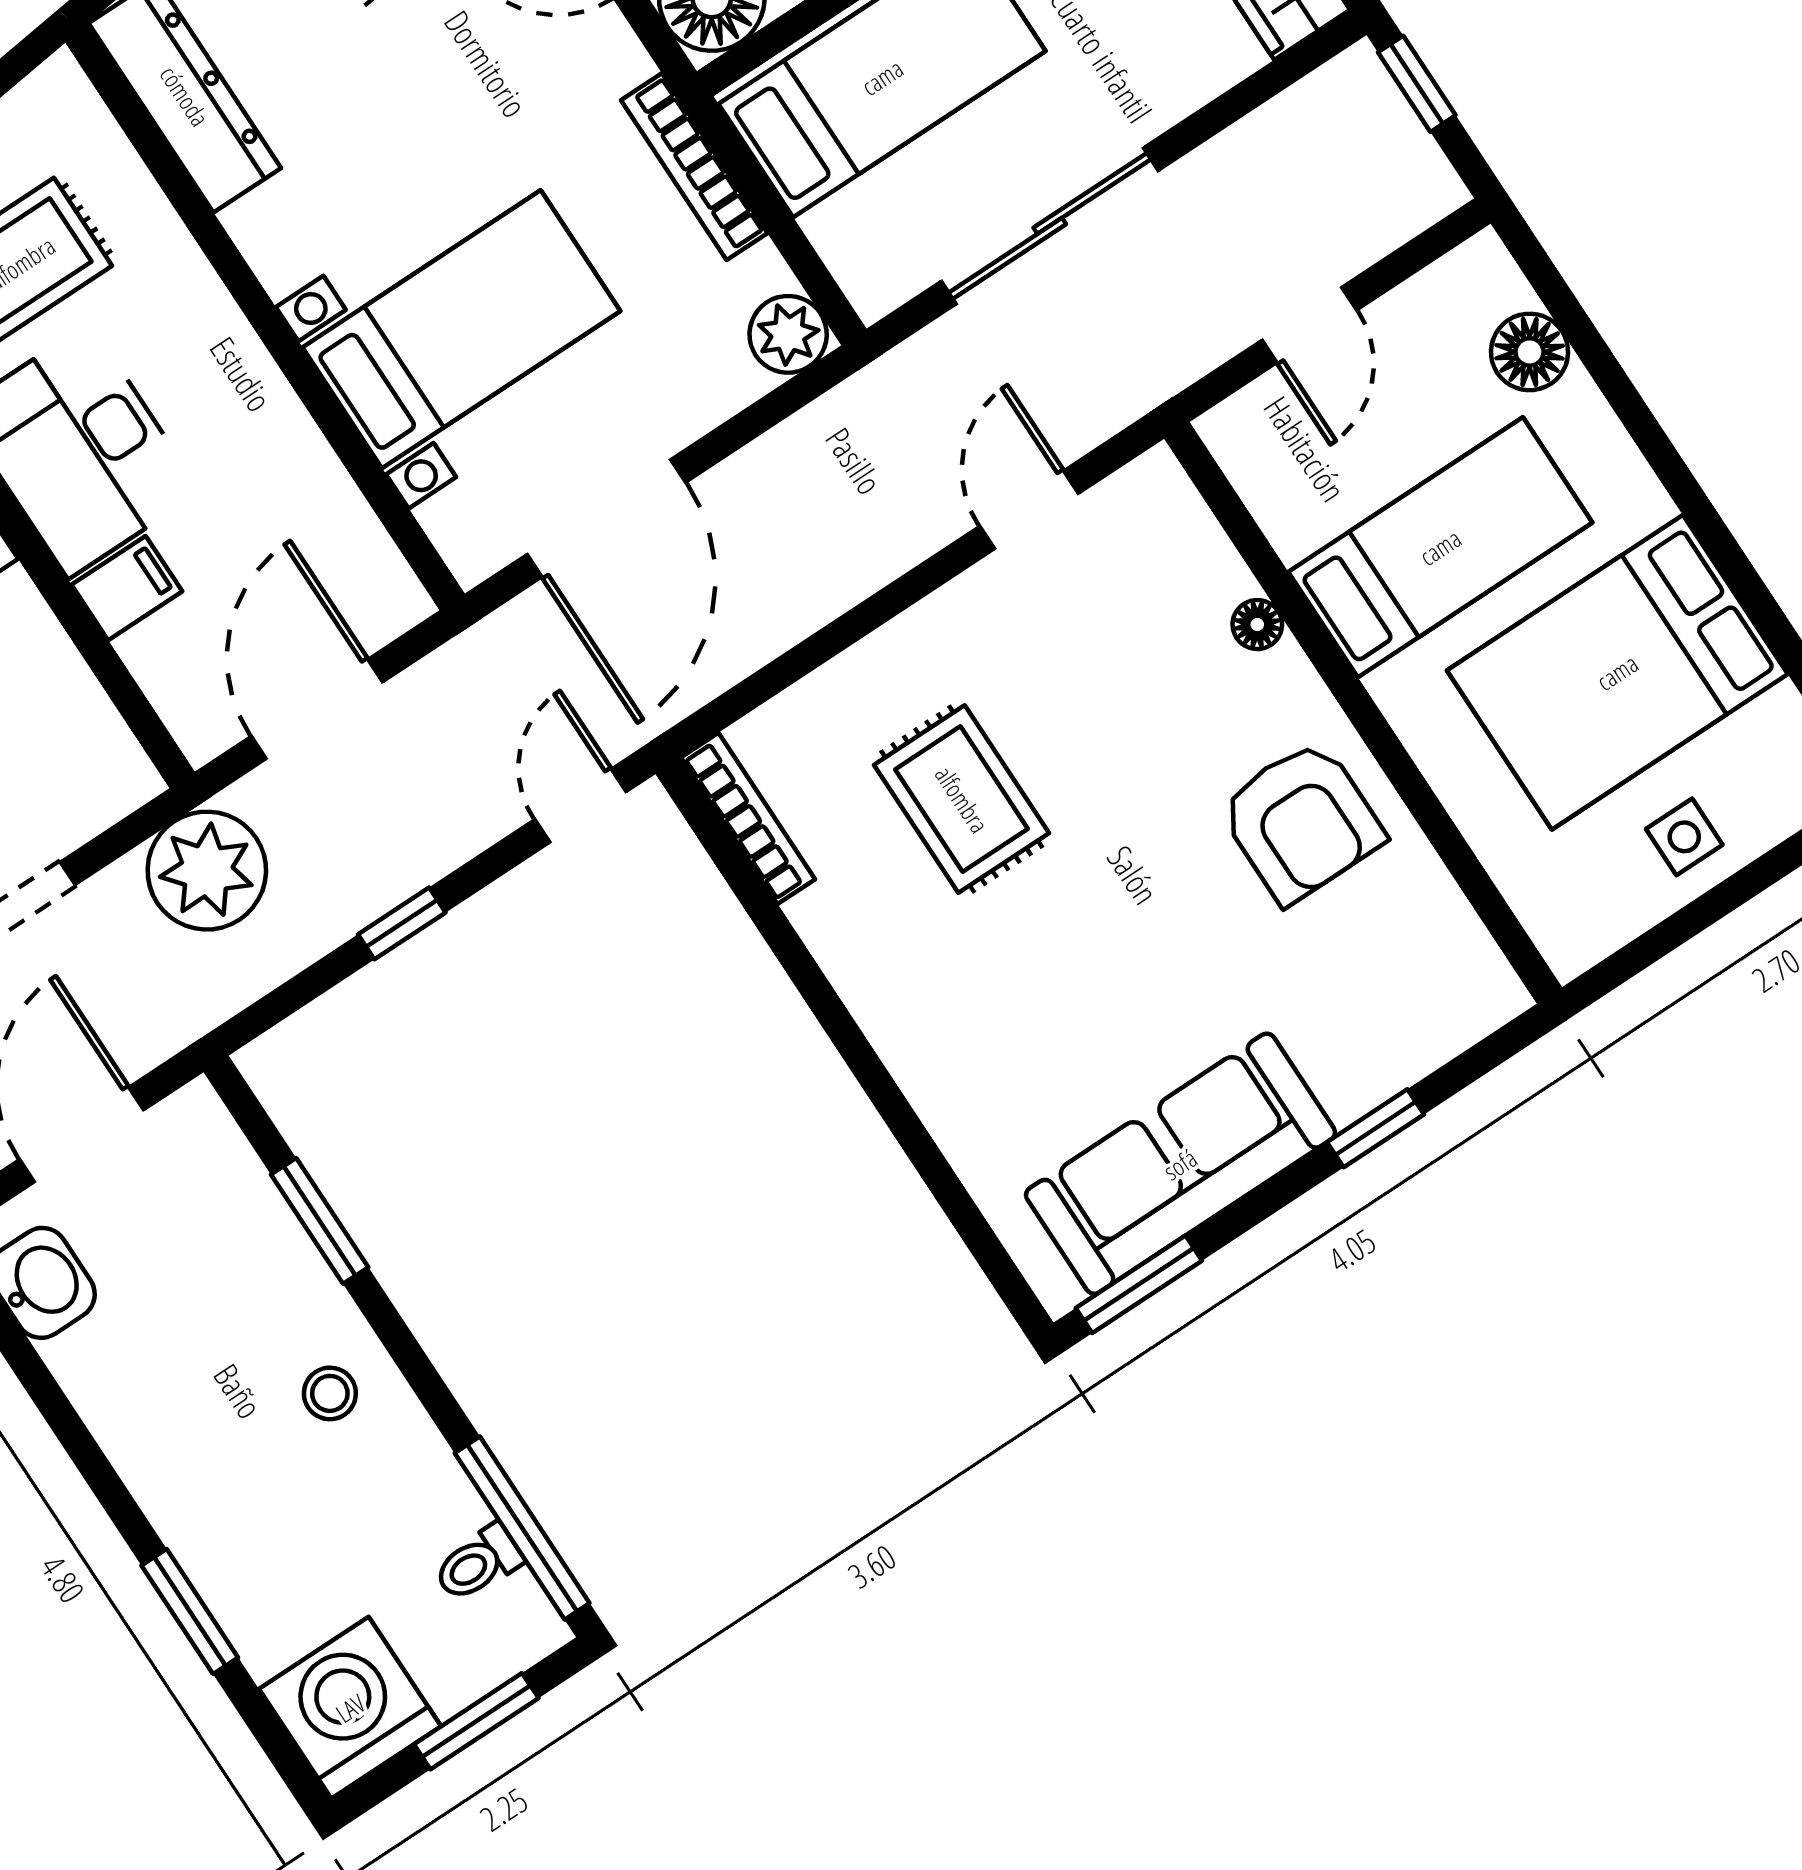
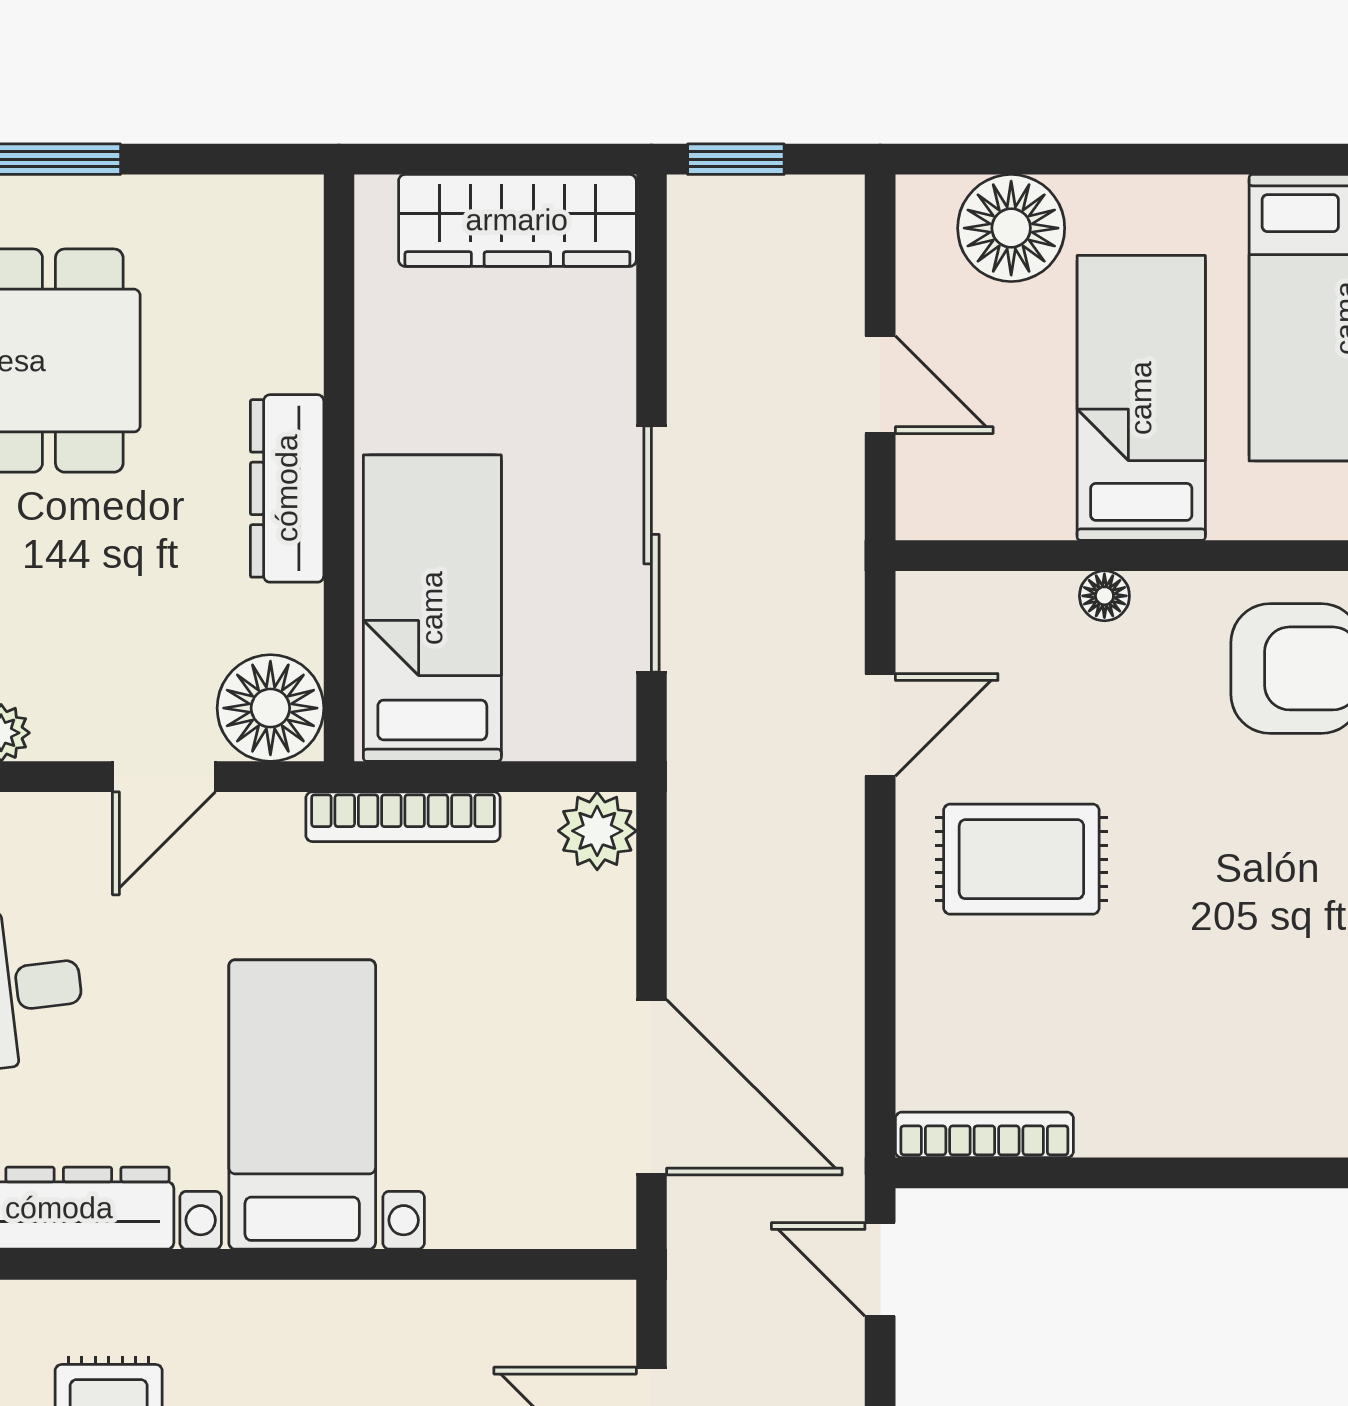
bed with nightstands: (461, 329) -> (302, 1104), moved
floor lamp: (1530, 352) -> (1011, 228), width x1.38, depth x1.38
door: (1029, 510) -> (880, 725), swing flipped
rug: (962, 799) -> (1021, 859), moved

